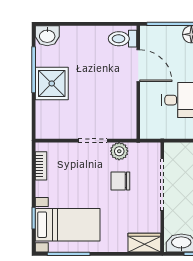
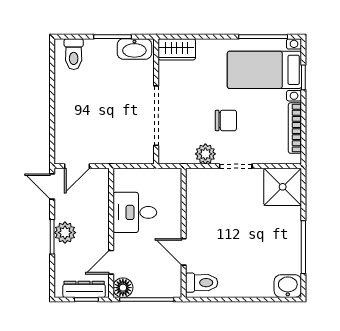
door: (138, 66) -> (184, 252), width x0.73
shower: (52, 83) -> (283, 187), moved
bookcase: (41, 166) -> (295, 128), width x1.56
chair: (120, 181) -> (226, 120), moved

